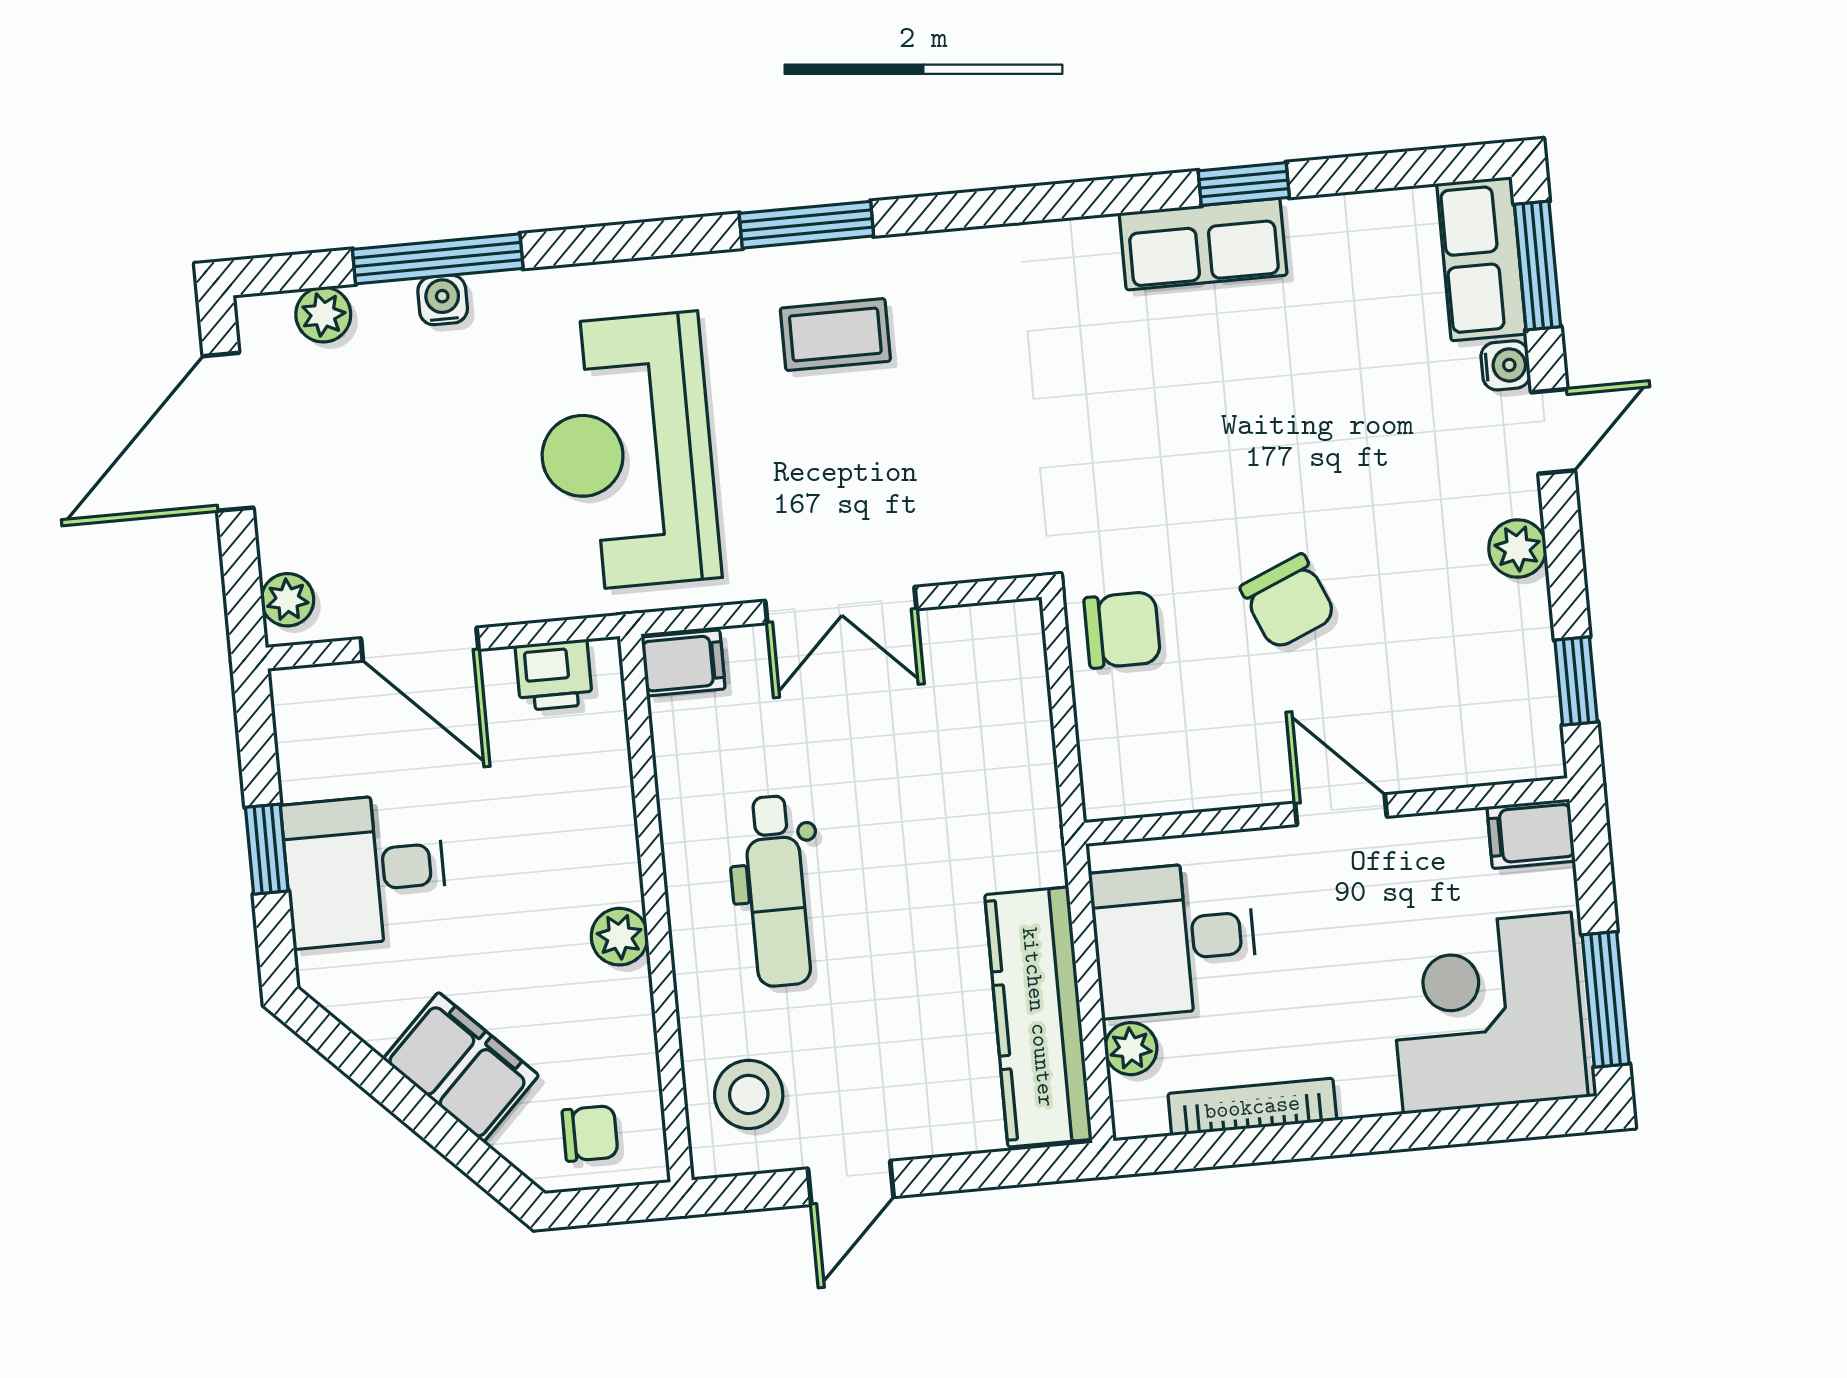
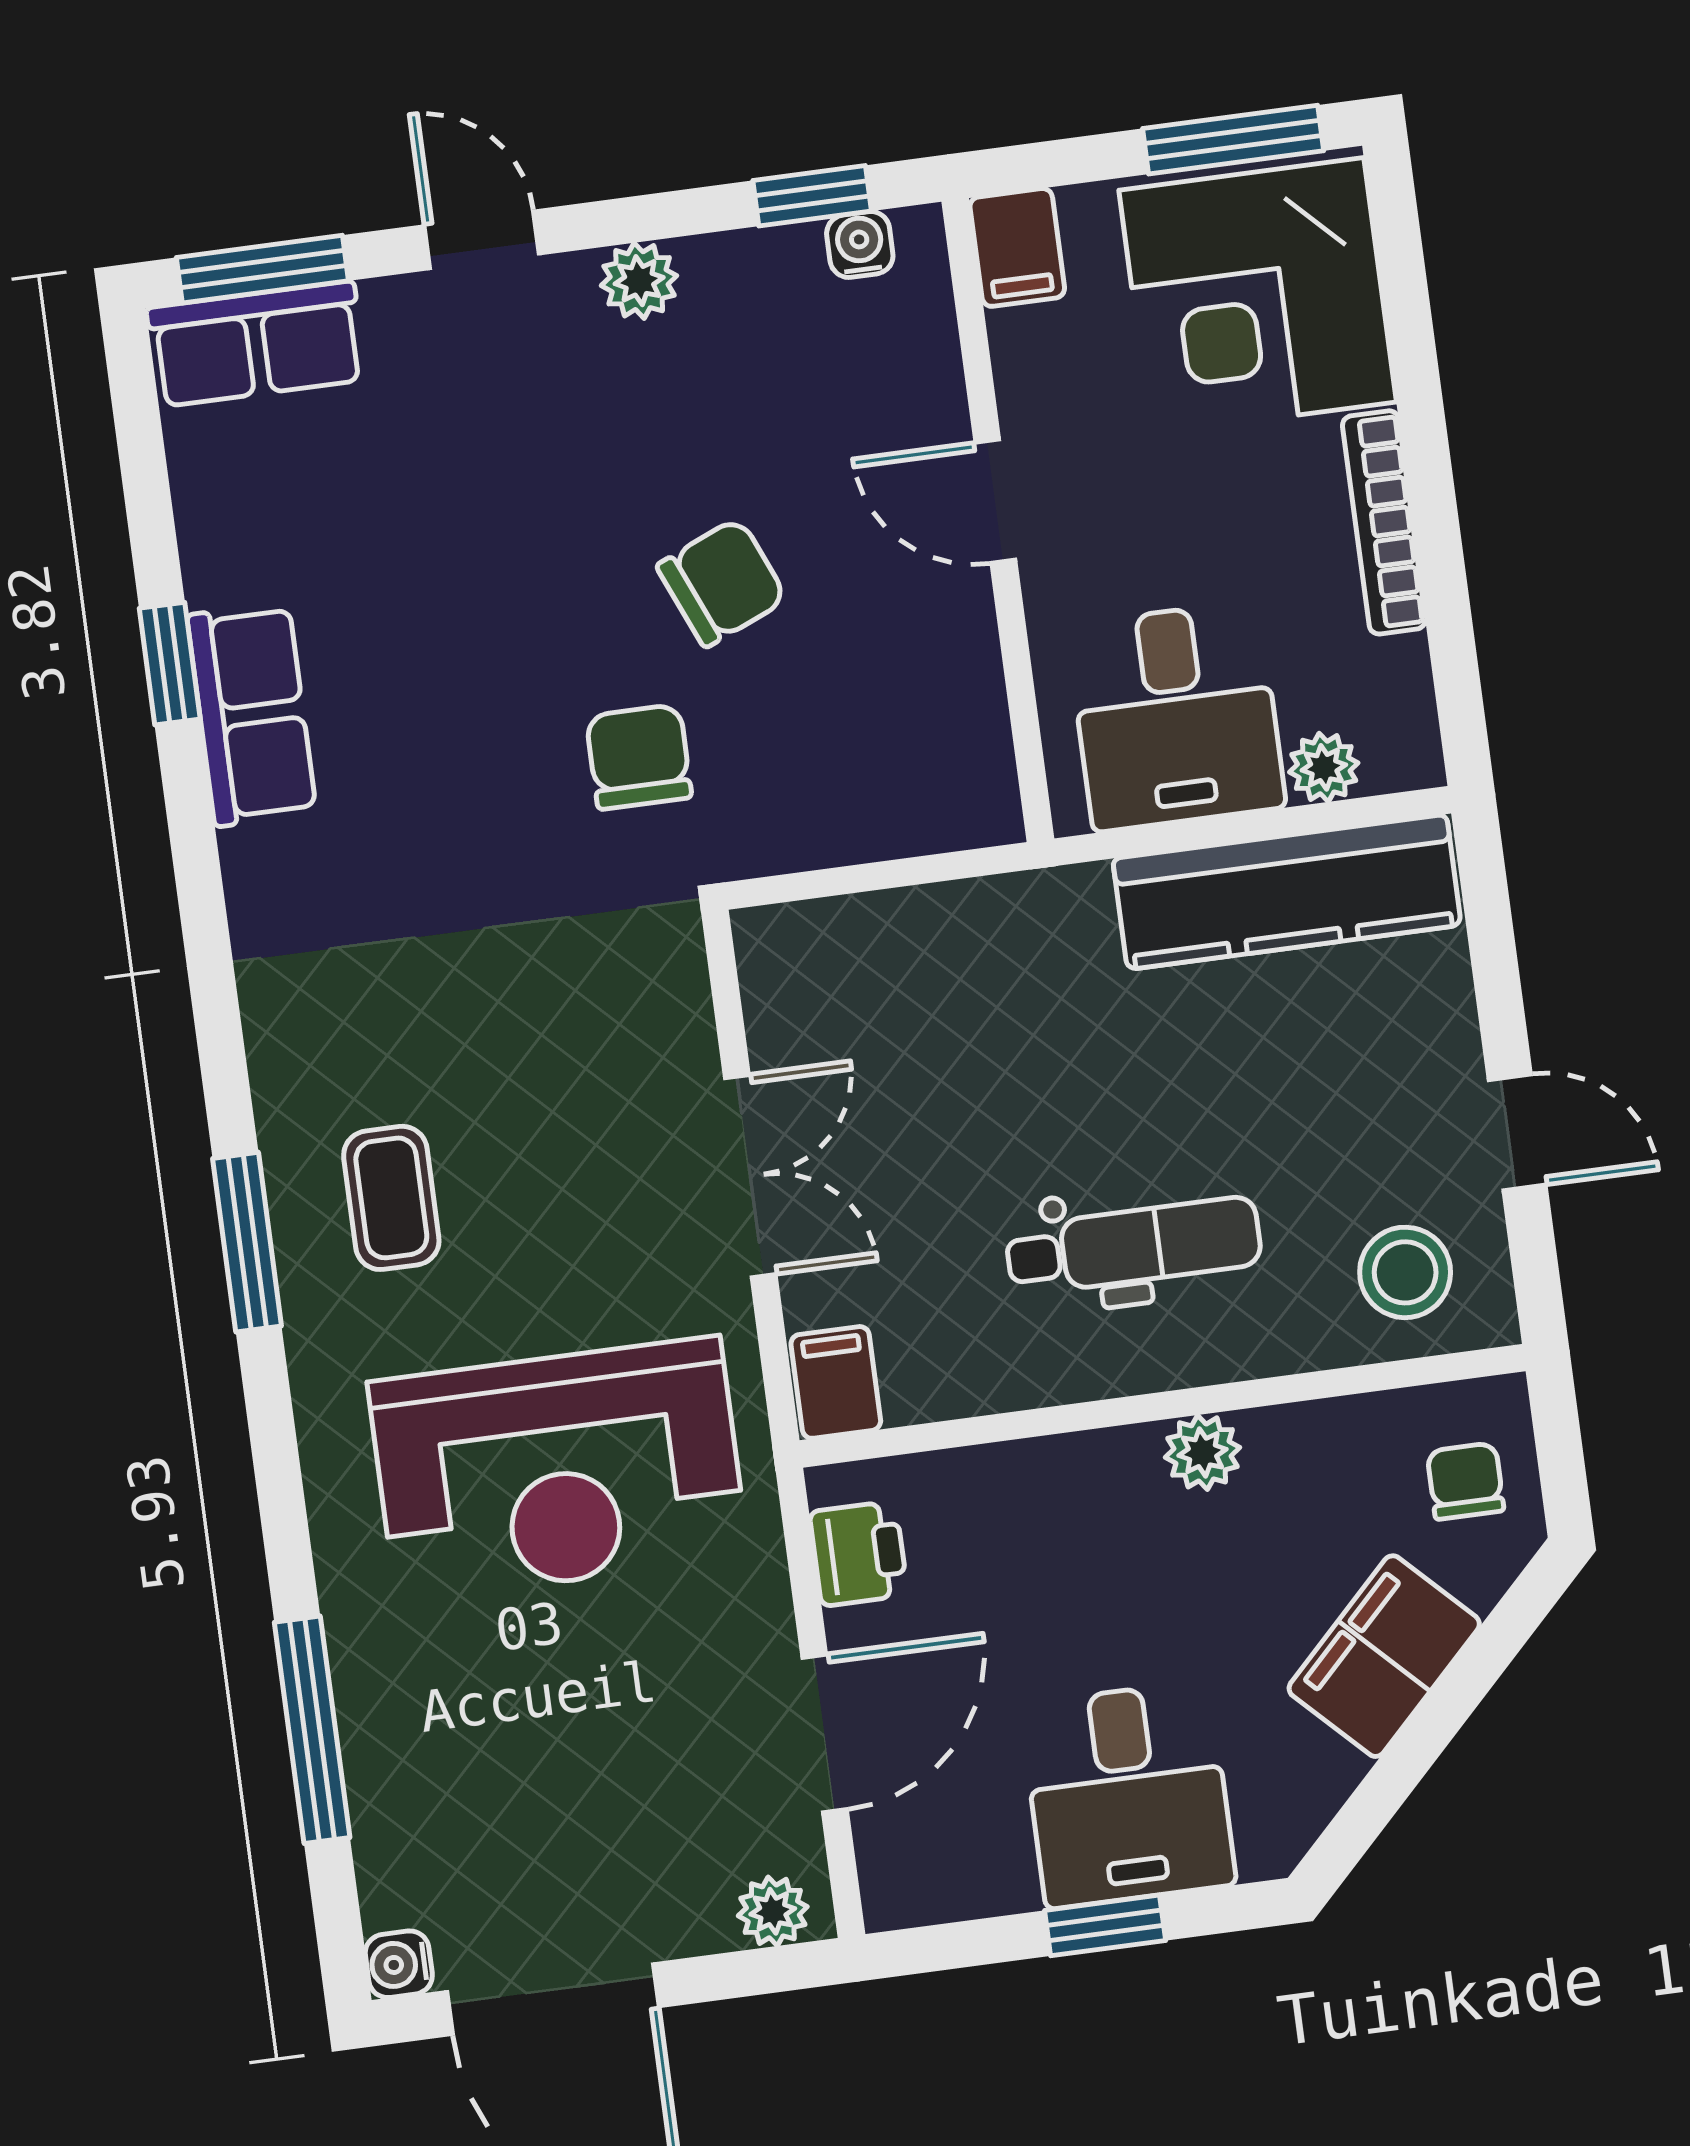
water cooler: (443, 300) -> (399, 1964), moved
plant: (323, 315) -> (392, 1879), removed
water cooler: (1506, 365) -> (860, 244), moved
chair: (1122, 630) -> (639, 757), moved
door: (1341, 810) -> (995, 501), hinge flipped
bookcase: (1252, 1107) -> (1384, 522), moved

